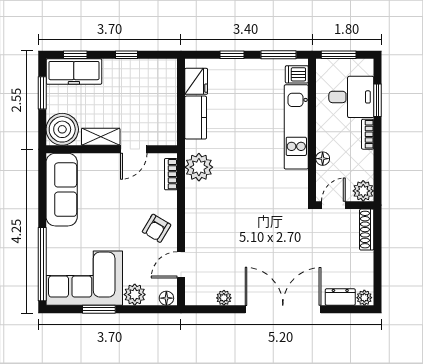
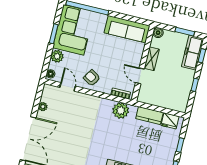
boiler: (62, 129) -> (158, 33), width x0.54, depth x0.54

